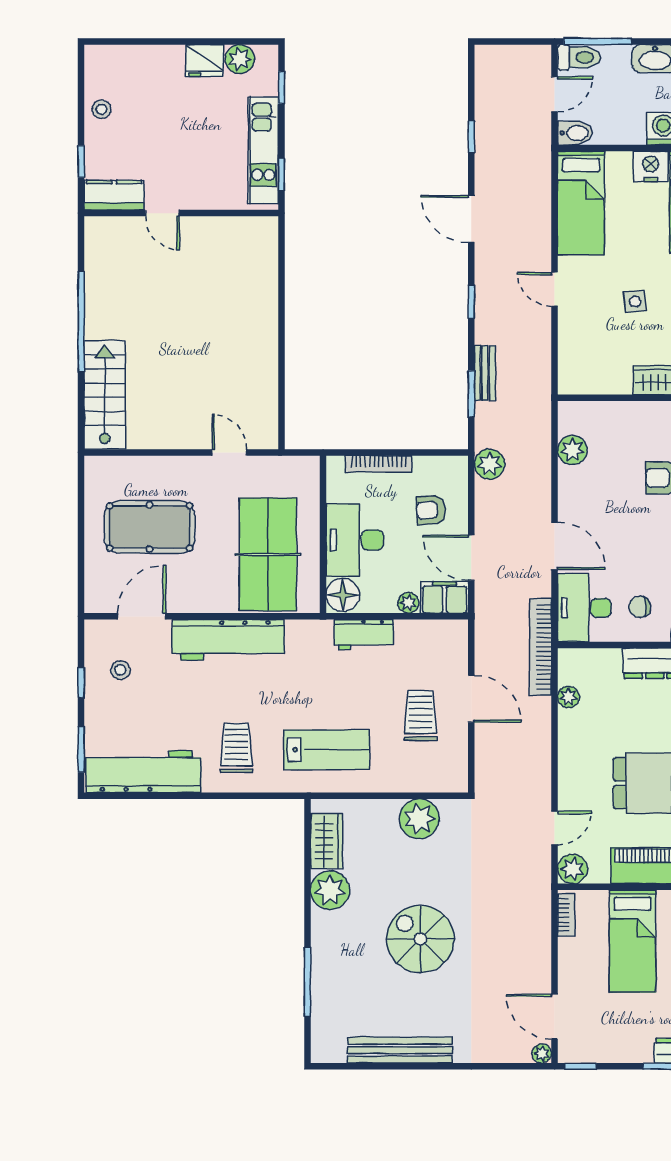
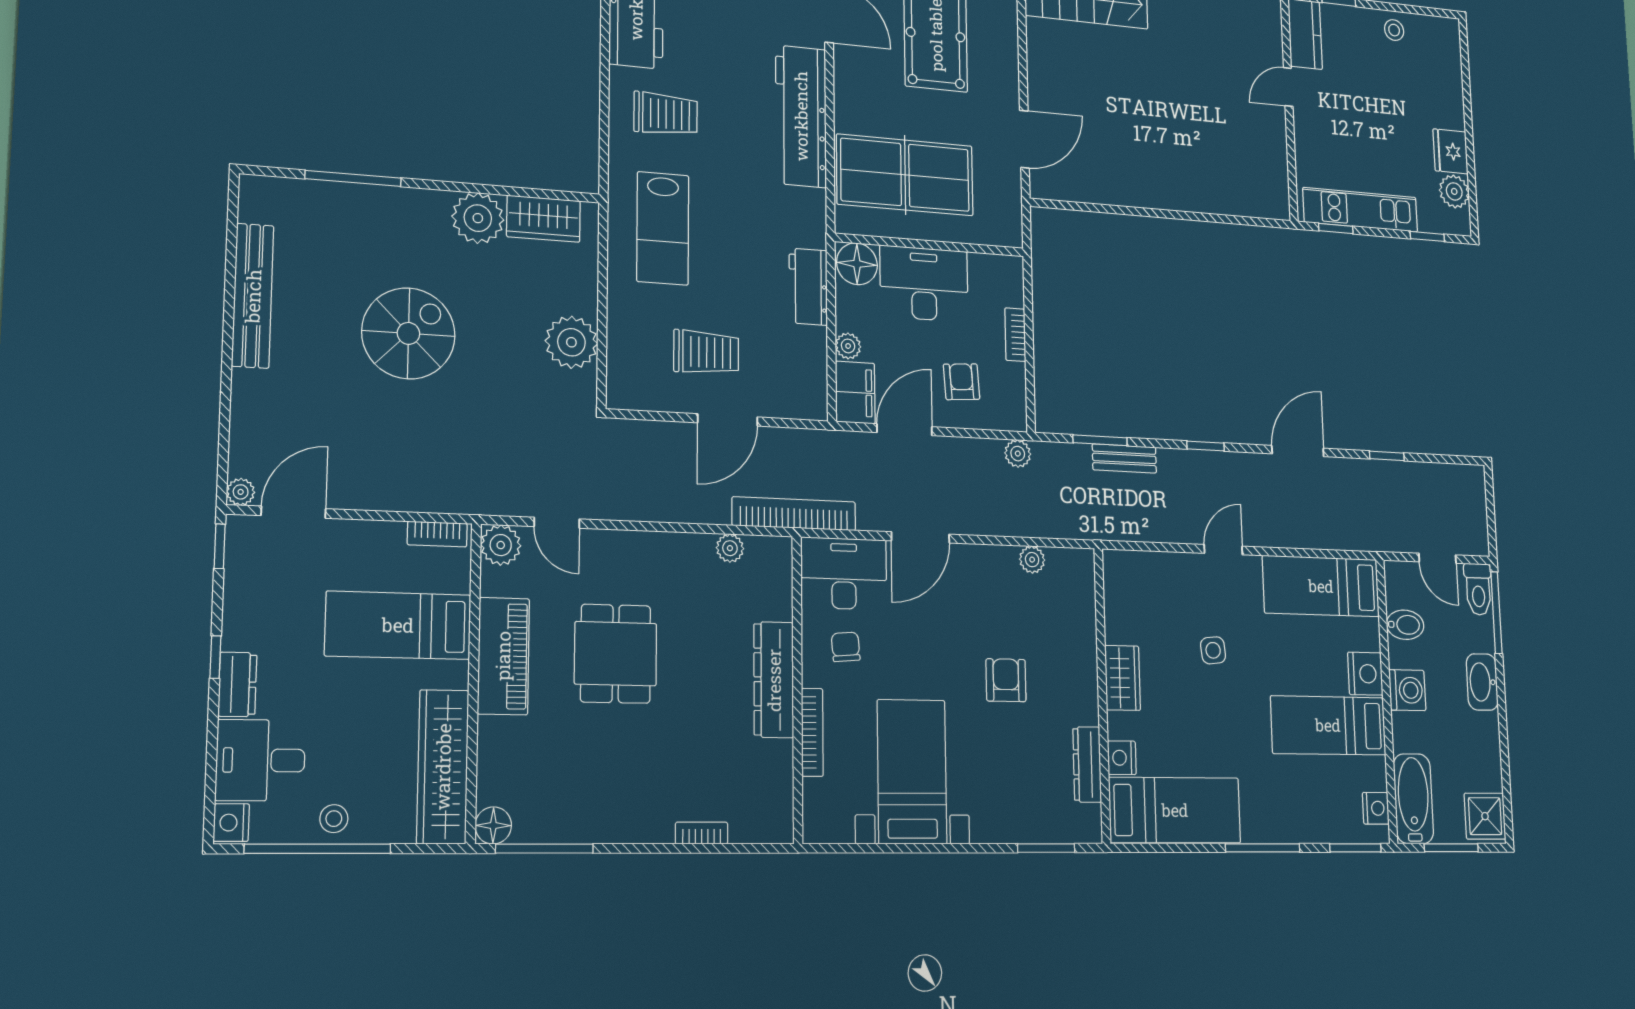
bidet: (575, 133) -> (1405, 625), moved, turned -90
plant: (572, 450) -> (1032, 560), width x0.73, depth x0.73
door: (229, 452) -> (1024, 139), width x1.38
bookcase: (379, 464) -> (1015, 335), width x0.64
plant: (490, 464) -> (1018, 454), width x0.73, depth x0.73

